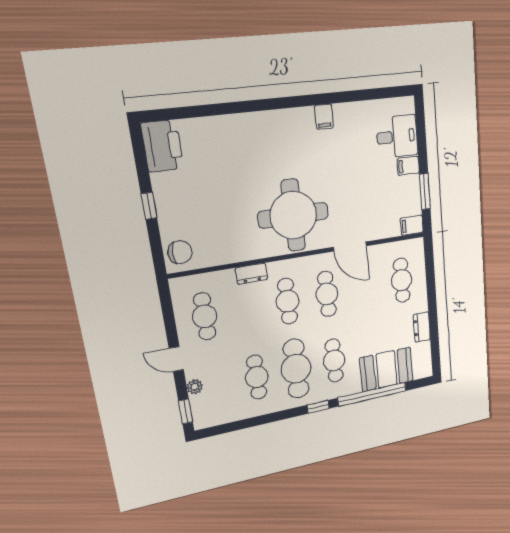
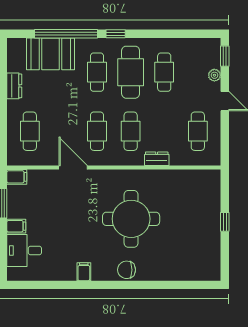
printer: (162, 146) -> (208, 263), removed
round table: (293, 215) -> (131, 219), moved
chair: (180, 252) -> (127, 270), moved

